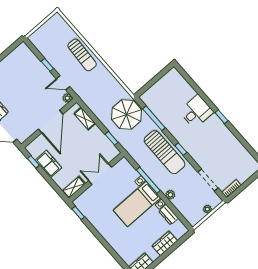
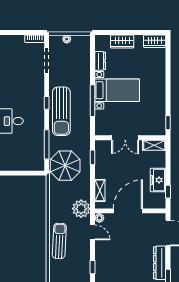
window: (47, 65) -> (92, 267), moved
sun lounger: (164, 152) -> (61, 111), turned 180
plant: (170, 195) -> (81, 209), moved, width x1.87, depth x1.87

